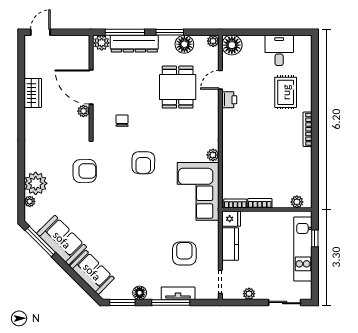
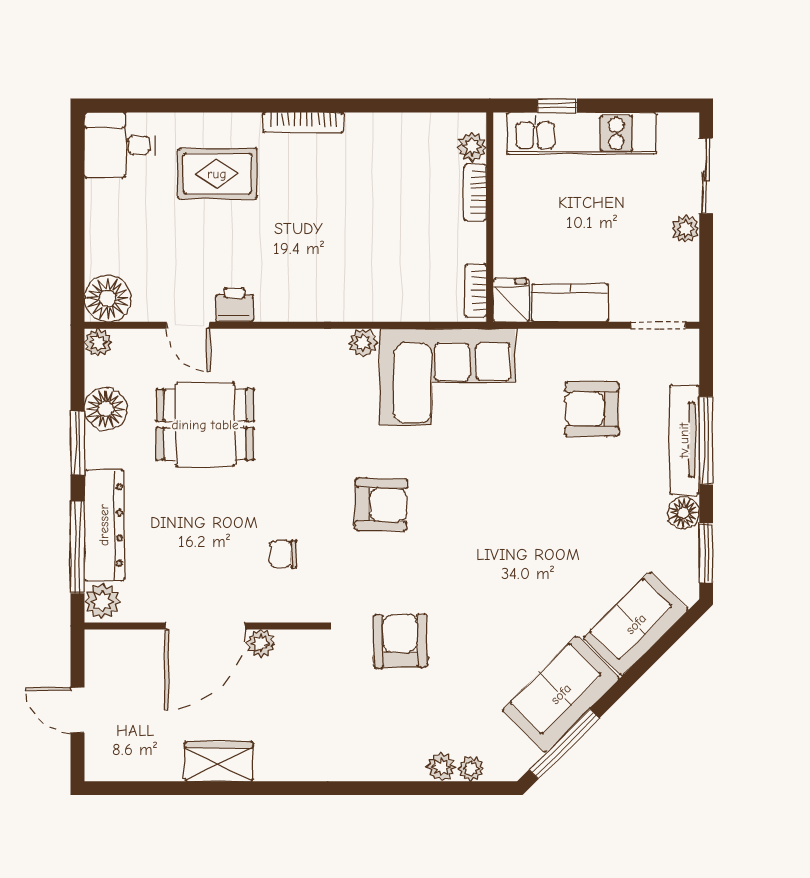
door: (40, 32) -> (78, 710), moved
desk: (279, 50) -> (120, 145), moved
plant: (36, 183) -> (441, 767), width x0.53, depth x0.53
bookcase: (260, 203) -> (475, 192), moved
tv unit: (178, 293) -> (684, 440), width x1.41
plant: (249, 294) -> (686, 229), moved

